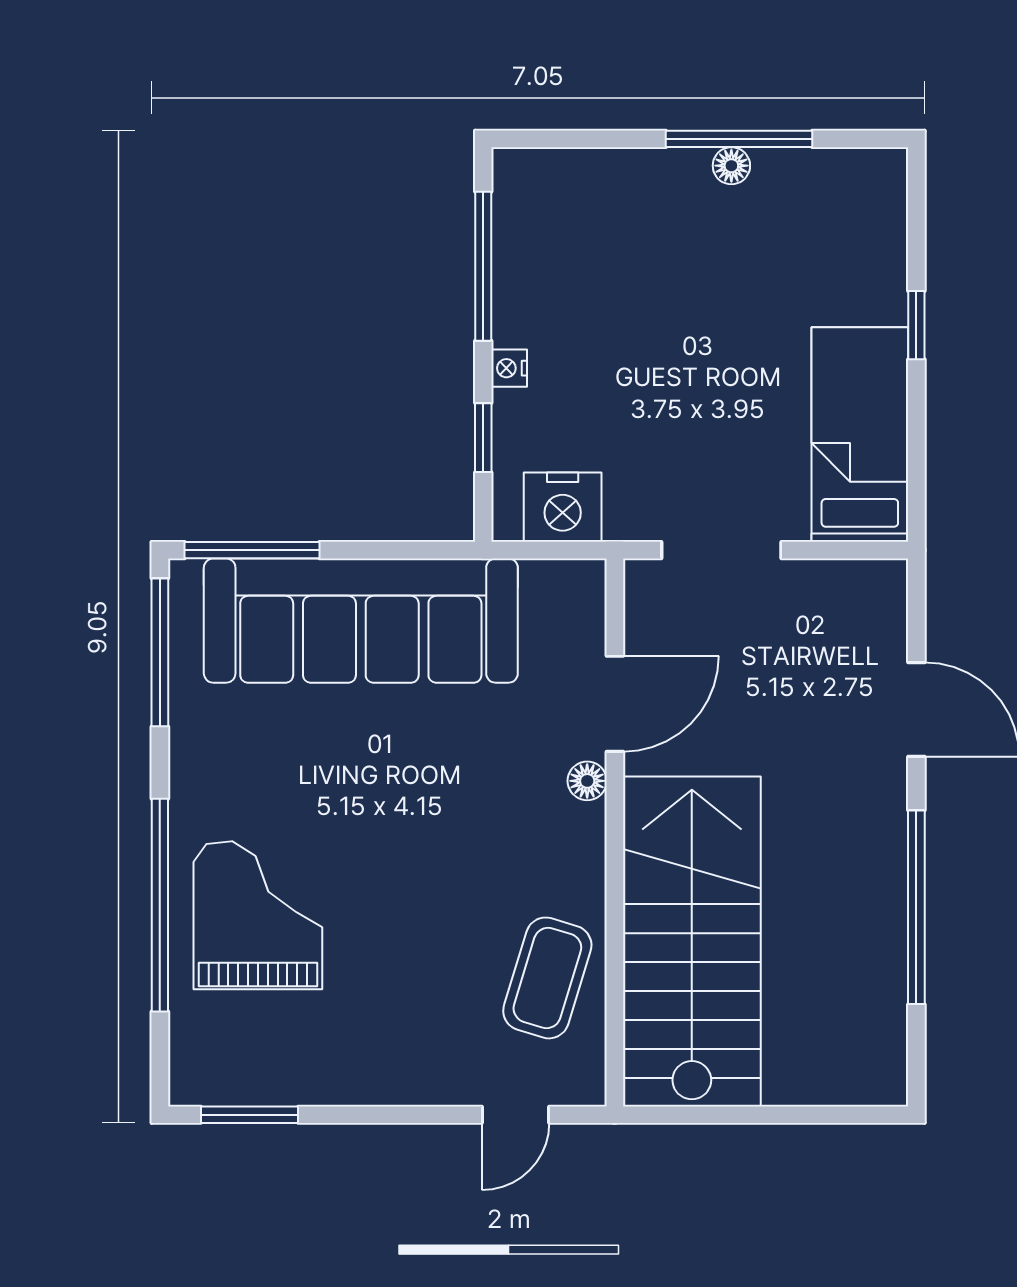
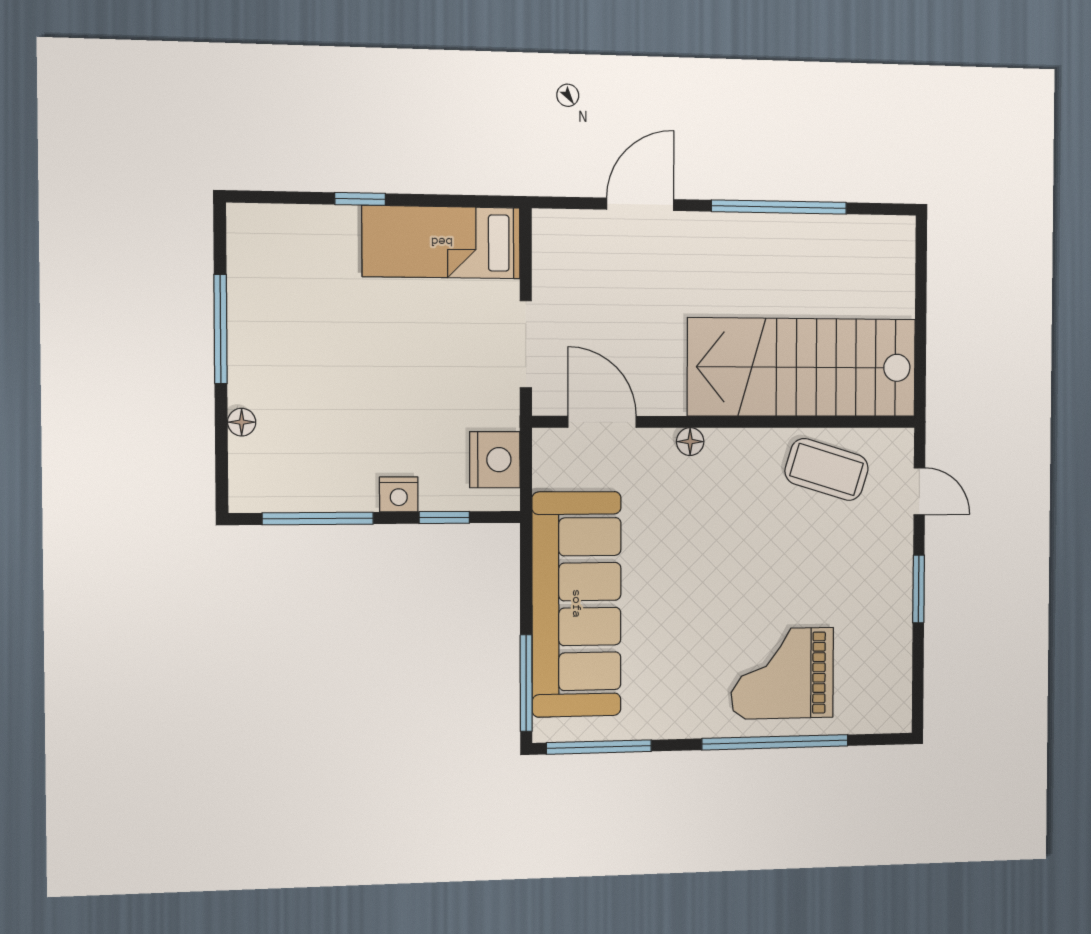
floor lamp: (731, 166) -> (242, 422), moved
nightstand: (509, 368) -> (399, 494), width x1.39, depth x1.35
door: (615, 704) -> (602, 422), moved
window: (250, 1115) -> (919, 589), moved

